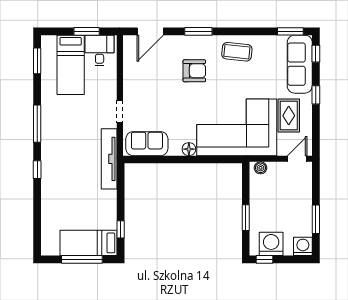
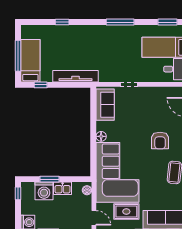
tv unit: (109, 159) -> (76, 76), moved
window: (37, 170) -> (62, 22), moved
kitchen sink: (258, 200) -> (63, 188), added
washing machine: (271, 244) -> (44, 191), moved, turned 90

